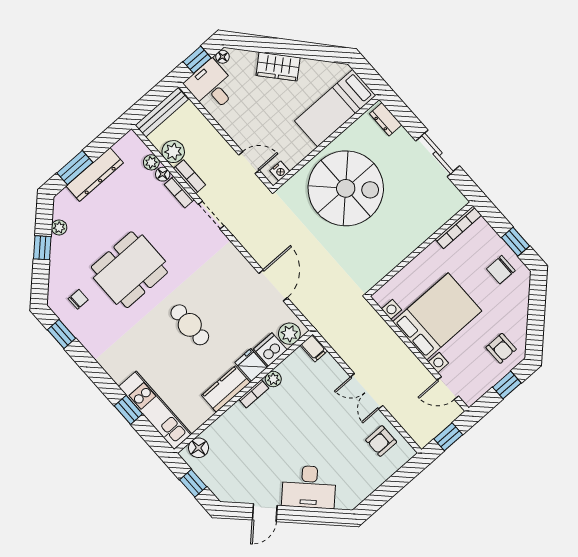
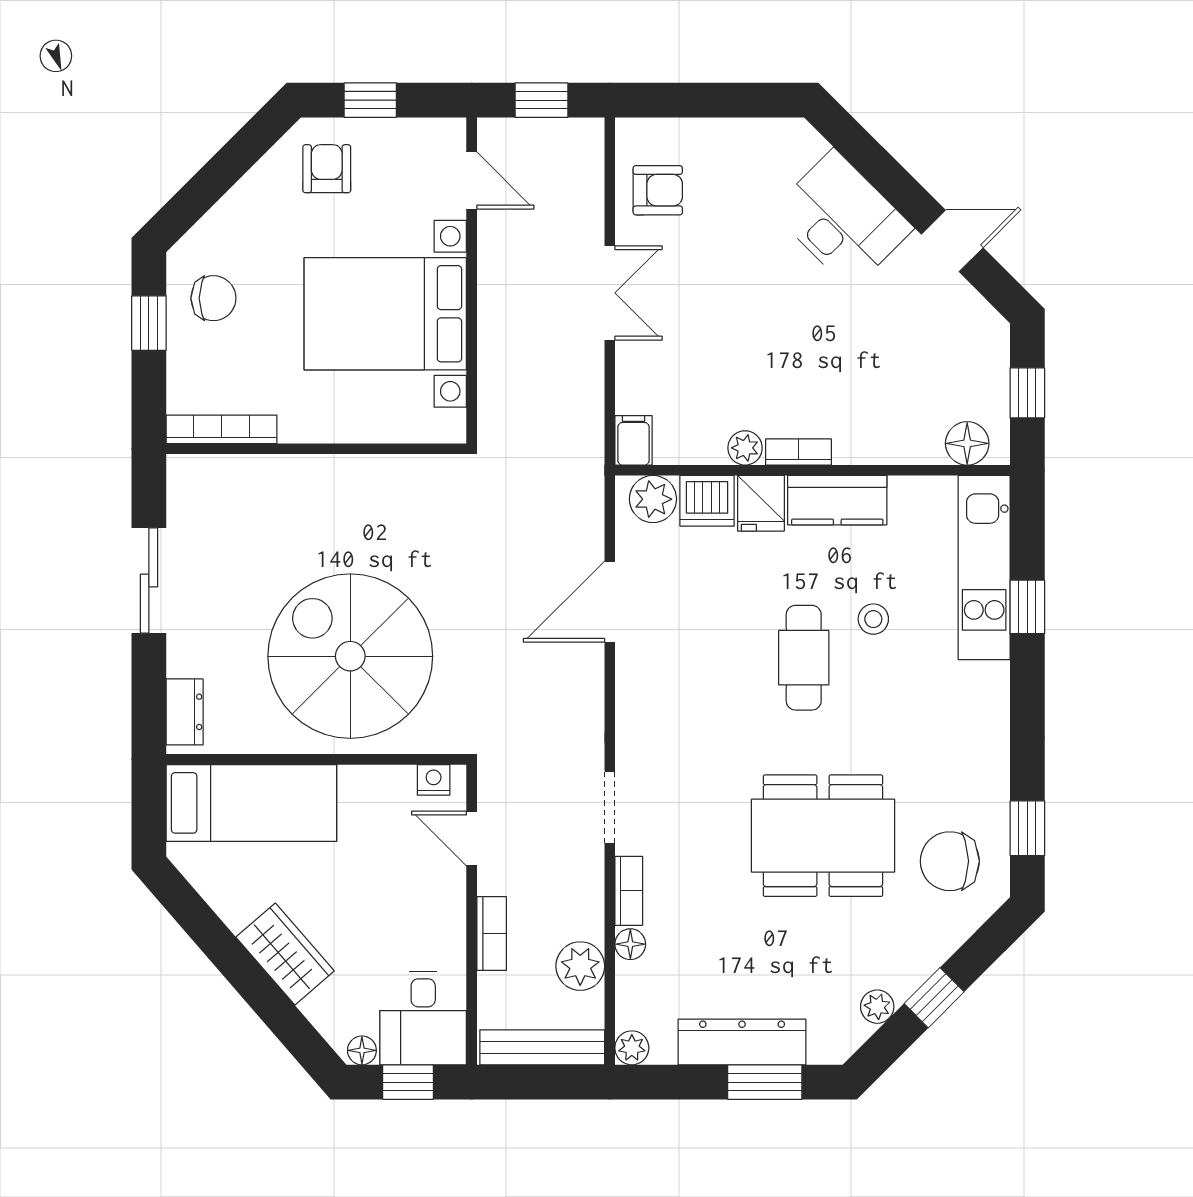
plant: (151, 162) -> (632, 1048), moved
bookcase: (189, 177) -> (492, 933), moved, turned 180
chair: (78, 299) -> (950, 861), width x1.87, depth x1.87
stool: (178, 359) -> (873, 619), added

